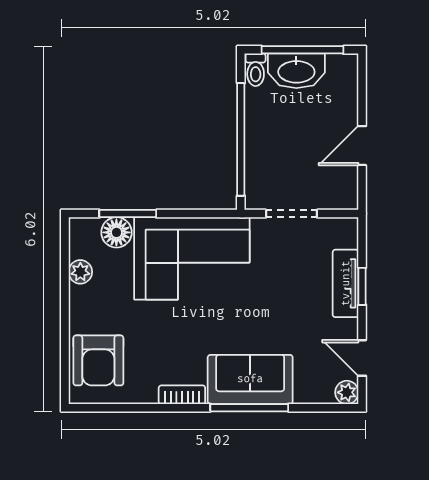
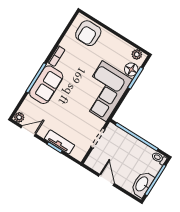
washbasin: (296, 71) -> (142, 184), moved
plant: (80, 272) -> (137, 54), moved
armchair: (98, 360) -> (88, 33), turned -90

